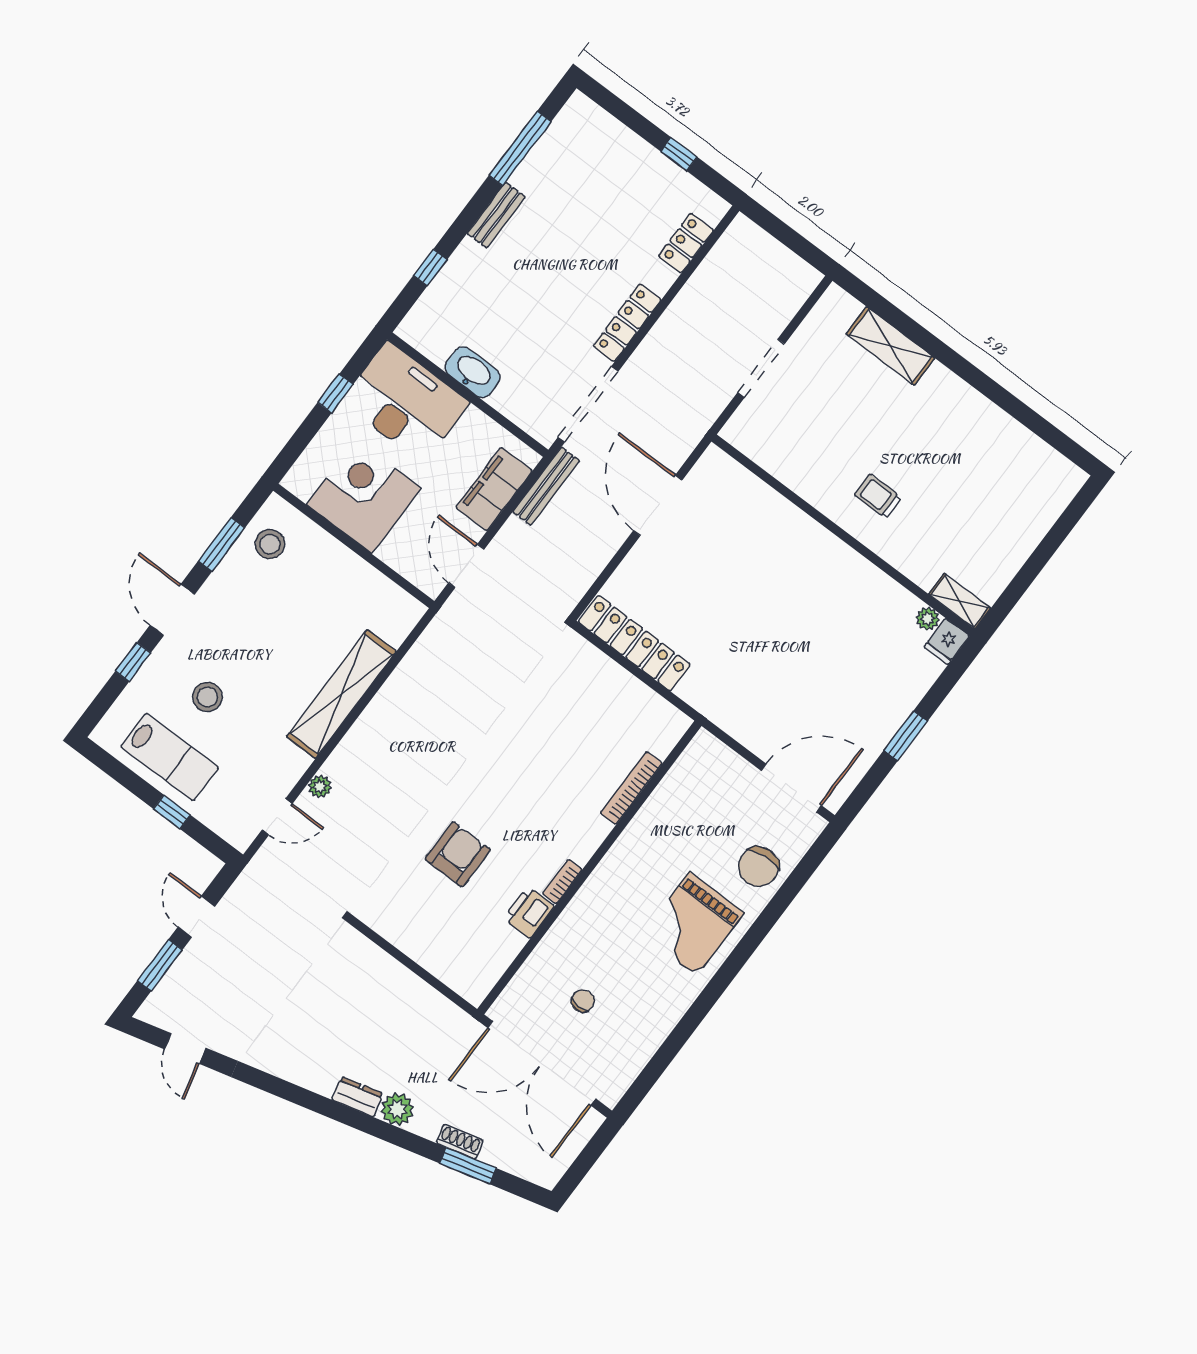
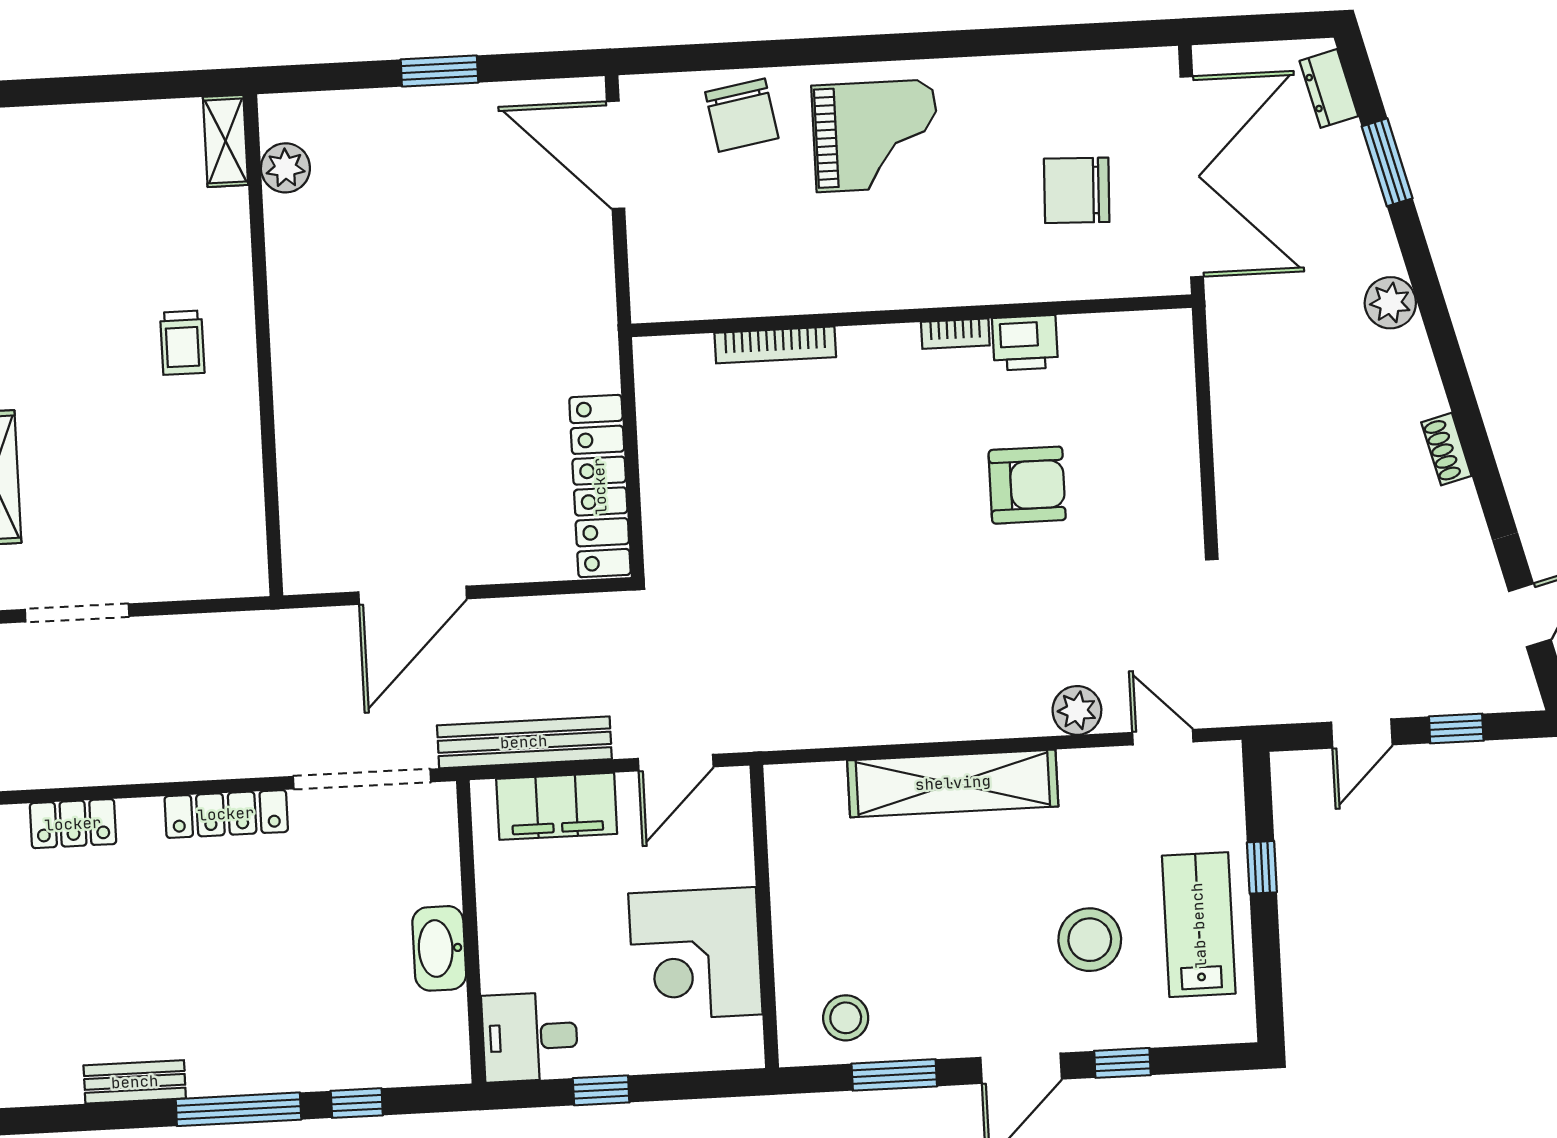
window: (520, 148) -> (238, 1109), moved
bench: (496, 215) -> (135, 1082), moved
doorway: (761, 368) -> (77, 613), moved
desk: (405, 402) -> (530, 1037), width x0.53, depth x0.77
bench: (546, 486) -> (524, 742), width x1.37, depth x1.21
plant: (928, 619) -> (285, 168), width x1.38, depth x1.38
fridge: (947, 641) -> (286, 116), removed
stool: (207, 697) -> (1090, 940), width x1.38, depth x1.38
plant: (320, 786) -> (1077, 710), width x1.38, depth x1.38
armchair: (458, 854) -> (1027, 485), turned 180
chair: (759, 867) -> (742, 115), turned 85
window: (160, 965) -> (1456, 729), width x0.67
chair: (583, 1001) -> (1077, 190), width x1.87, depth x1.87
dresser: (358, 1097) -> (1329, 88), moved
shoe rack: (460, 1142) -> (1446, 449), moved

